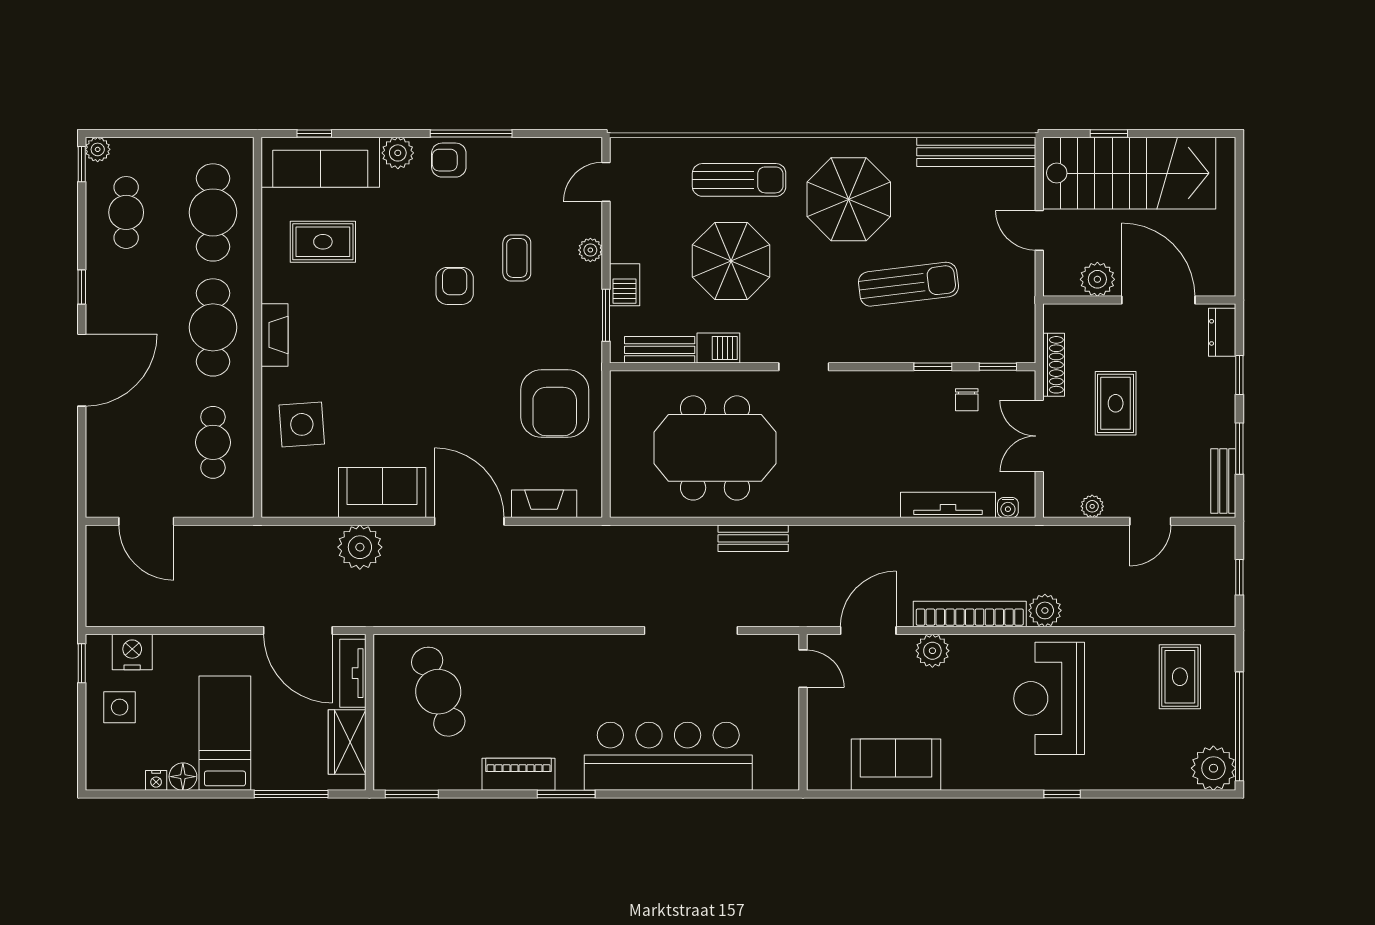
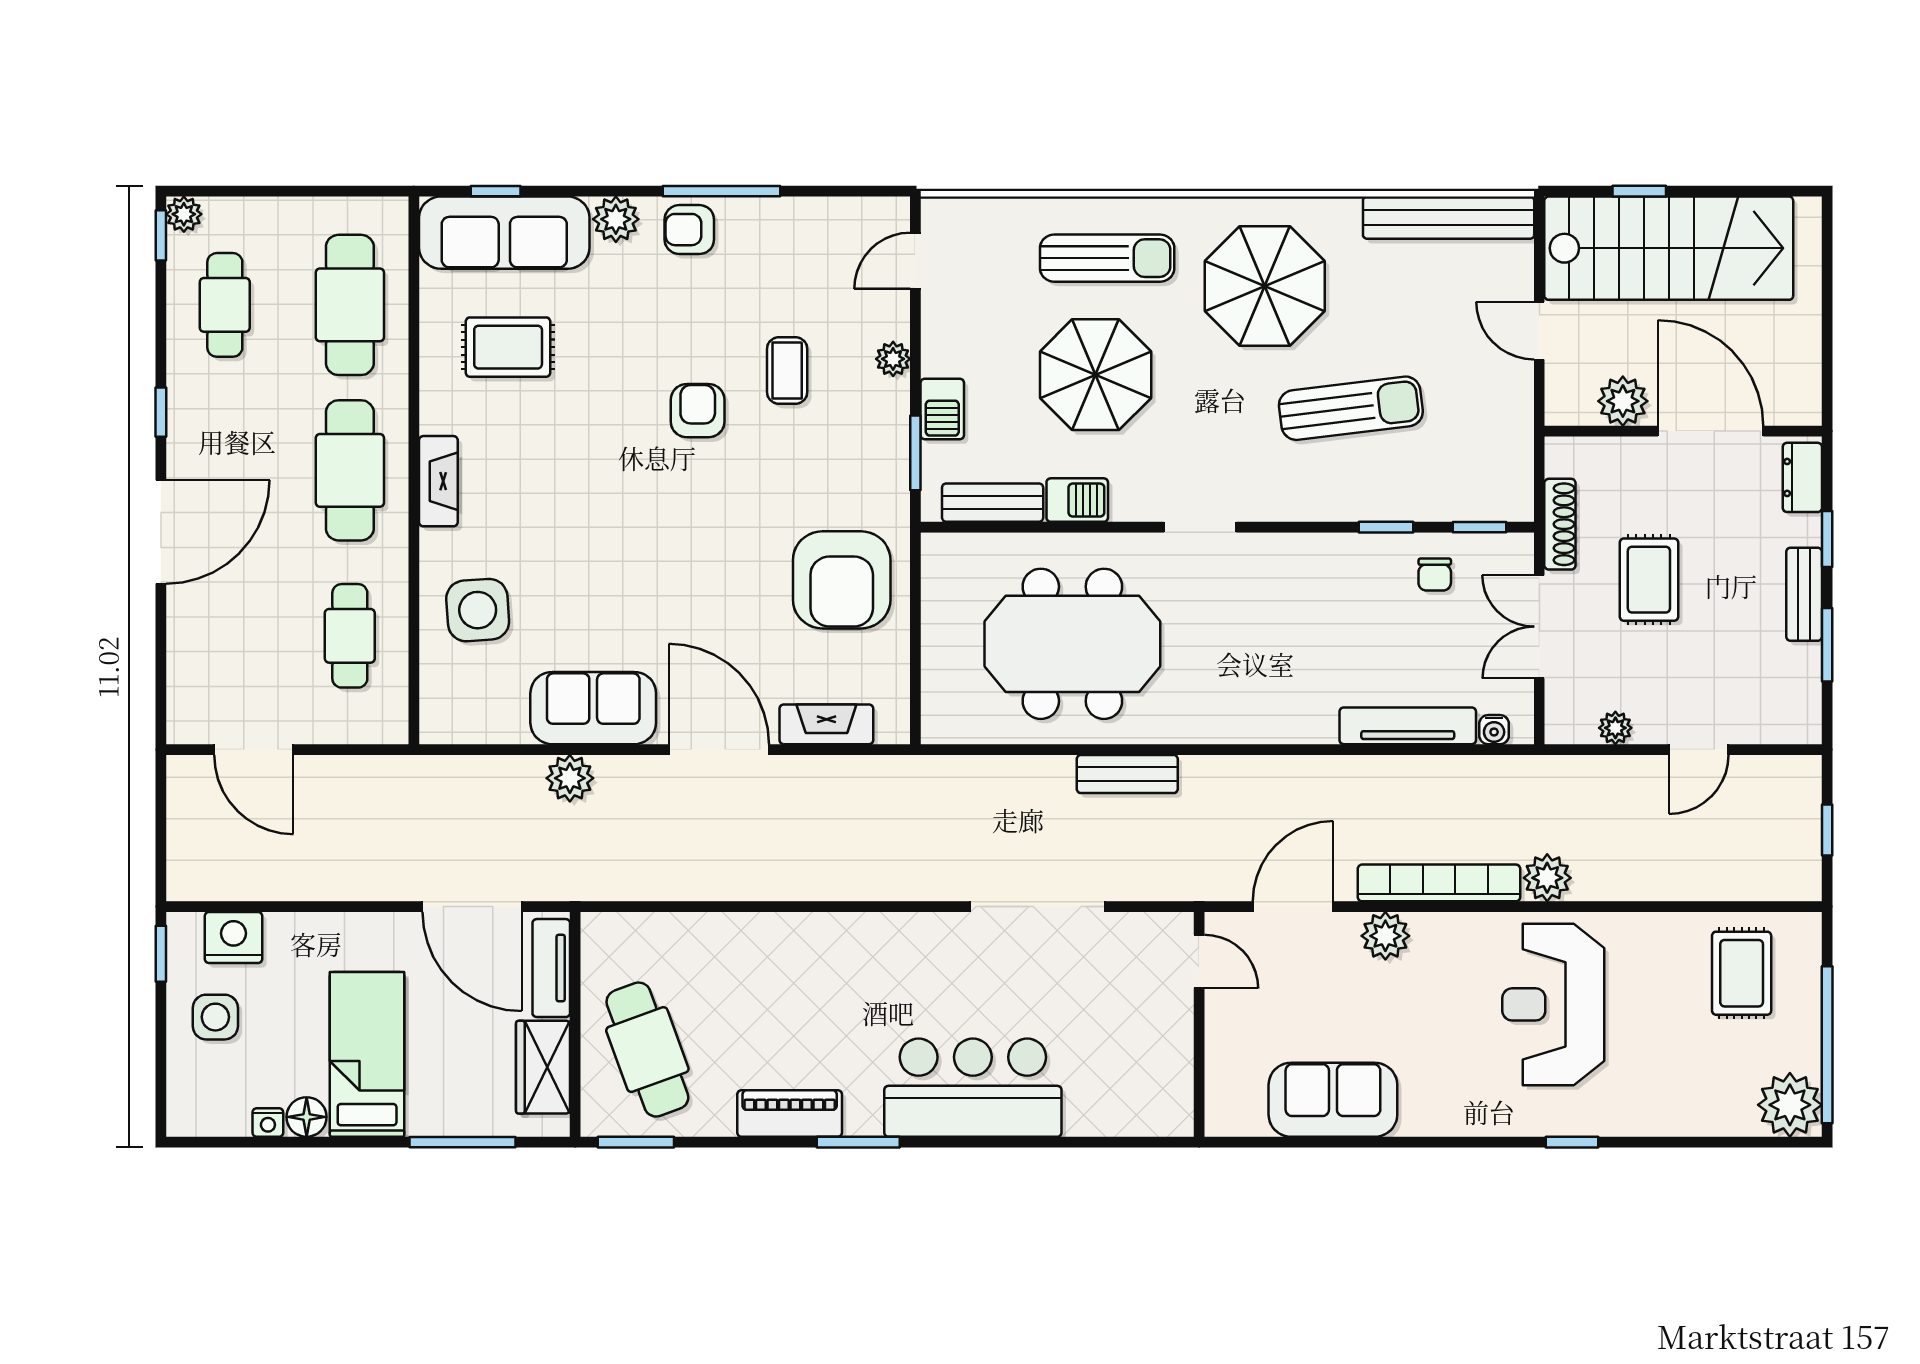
bench: (1223, 481) -> (1804, 594), moved
plant: (360, 547) -> (570, 778), width x0.73, depth x0.73
cafe table: (438, 692) -> (647, 1050), moved
bar counter: (668, 756) -> (973, 1088), width x0.73

